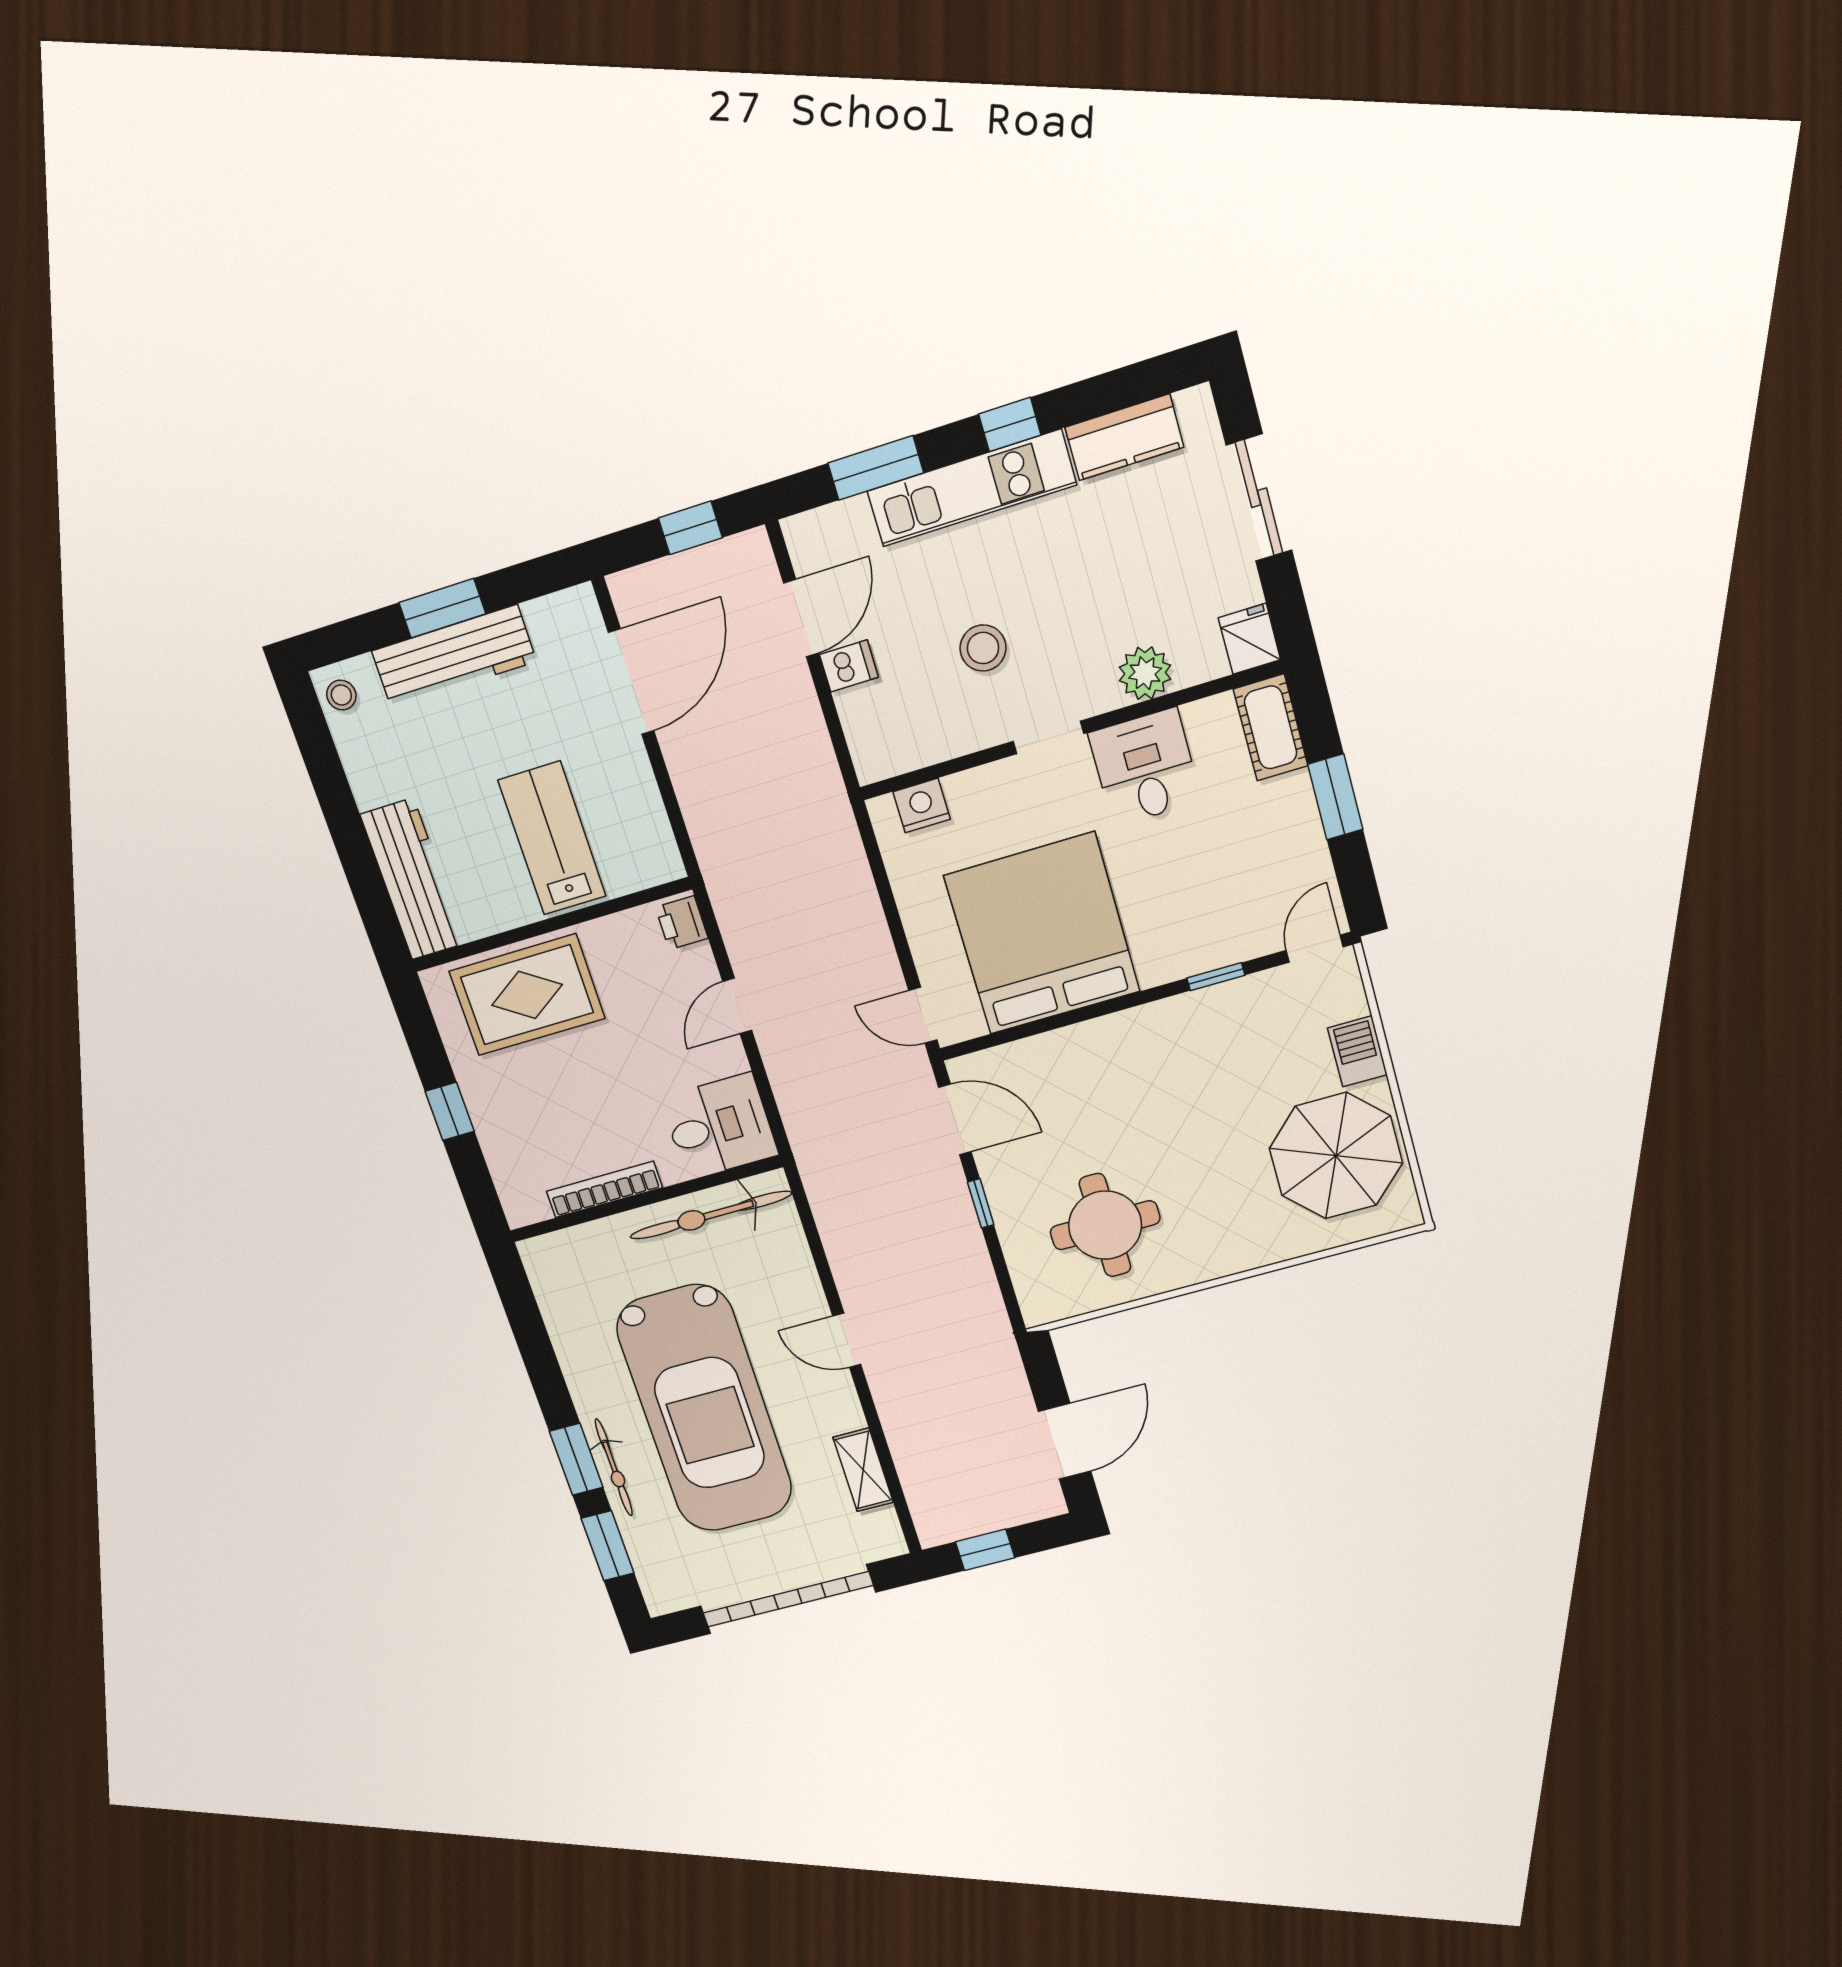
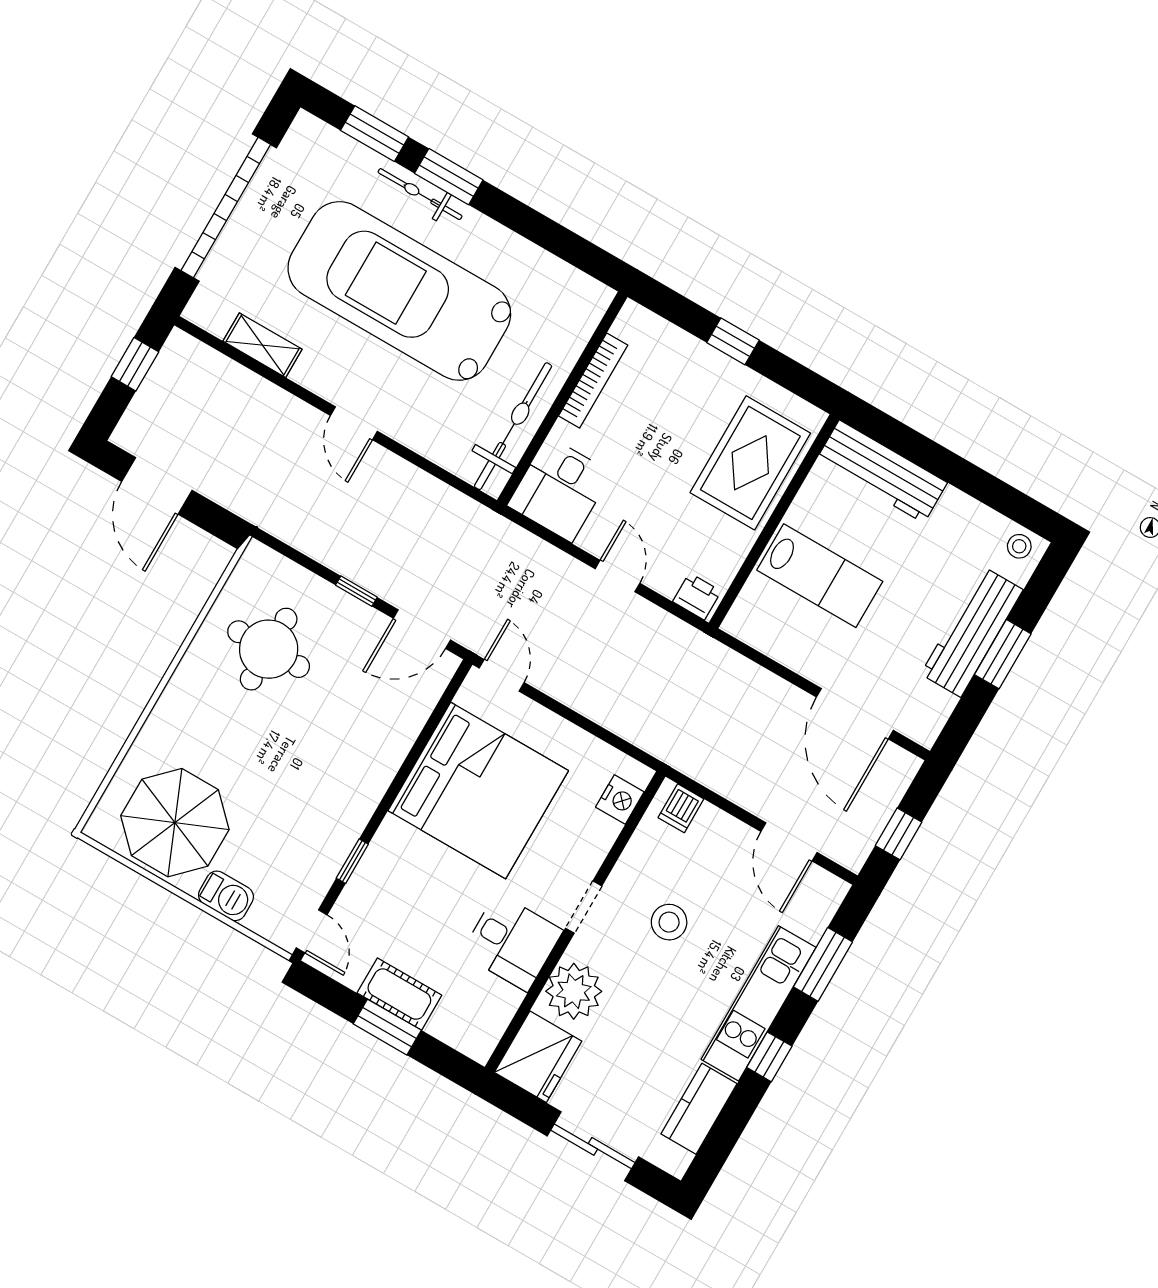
fridge: (1250, 639) -> (538, 1057), width x1.88, depth x1.34
dishwasher: (849, 666) -> (681, 808), moved
plant: (1145, 673) -> (574, 991), width x1.36, depth x1.36
cot: (1271, 727) -> (399, 994), moved
door: (923, 1015) -> (502, 675), hinge flipped
door: (847, 1340) -> (354, 423), swing flipped

